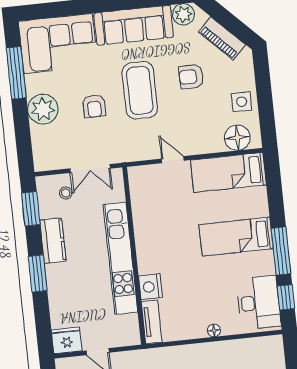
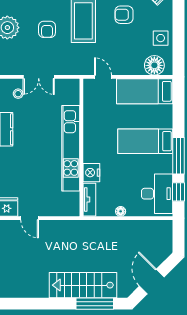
wall: (134, 256) -> (81, 147), moved
kitchen unit: (120, 258) -> (71, 148), moved
nightstand: (150, 287) -> (91, 173), moved
tv unit: (152, 322) -> (89, 200), moved

